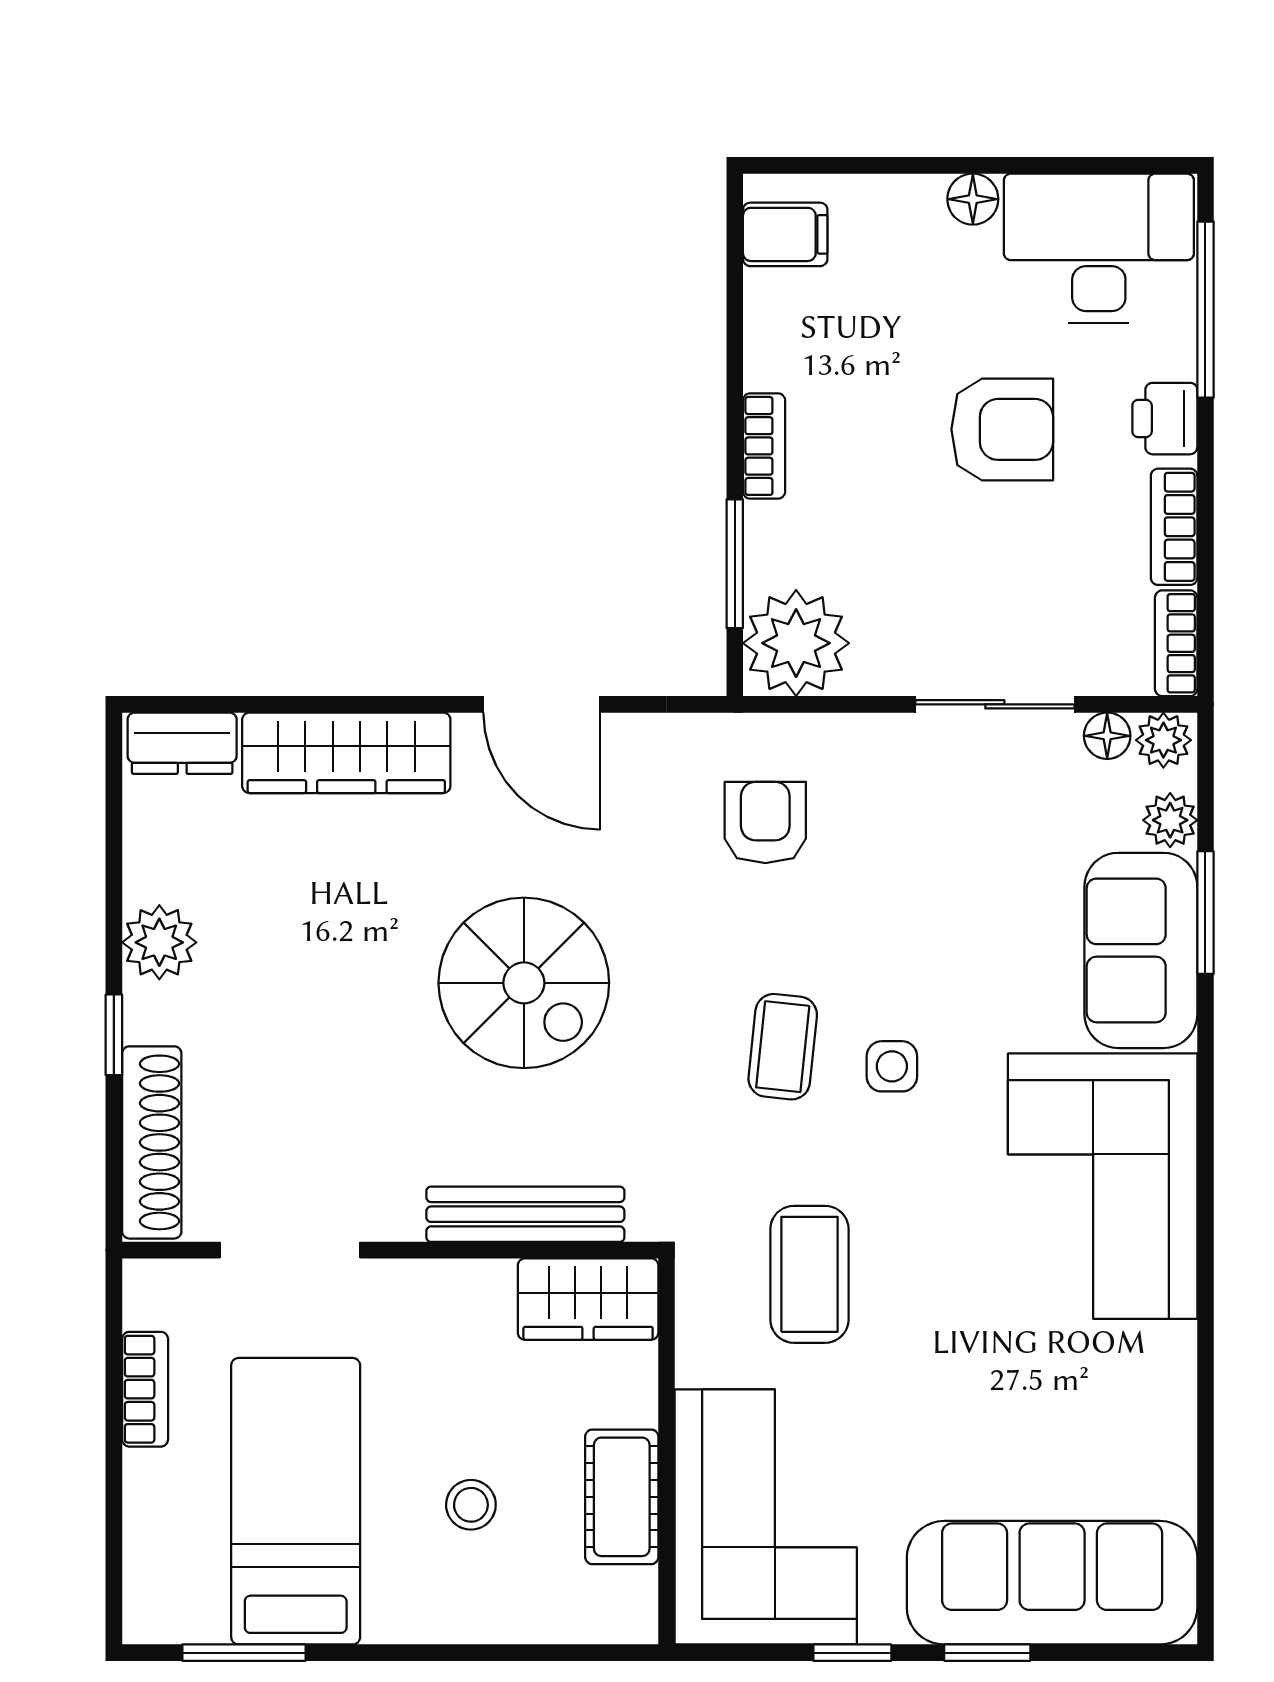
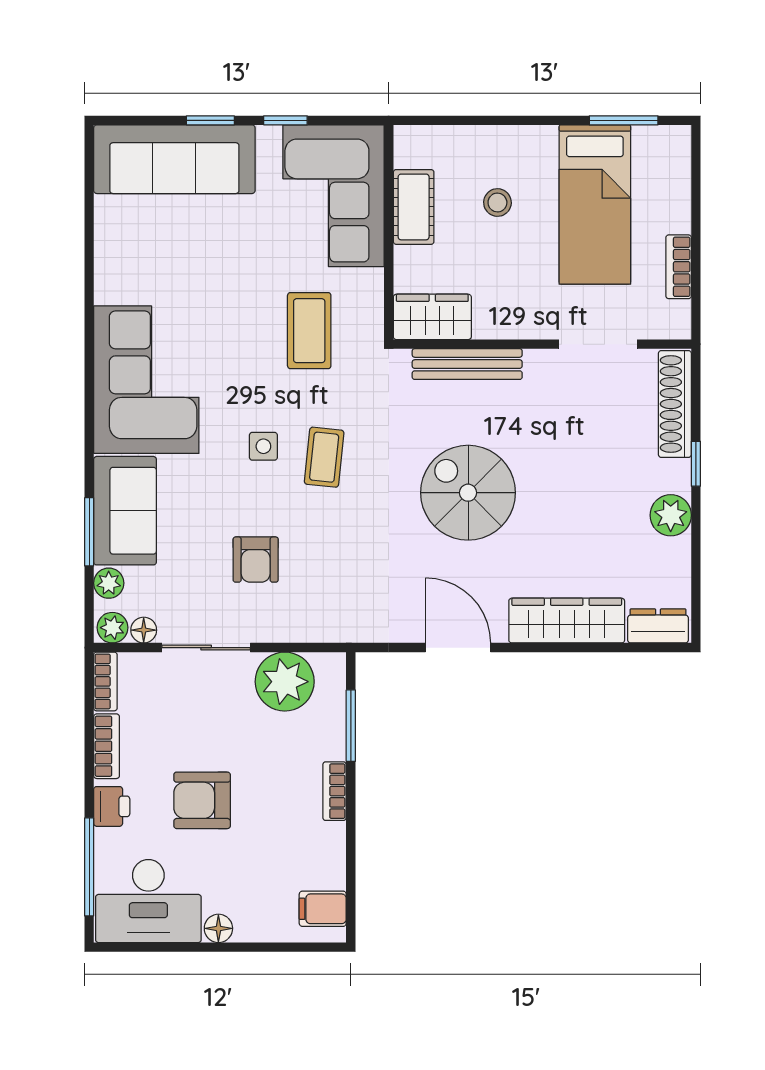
plant: (796, 643) -> (285, 682), moved
armchair: (765, 822) -> (256, 560), moved

